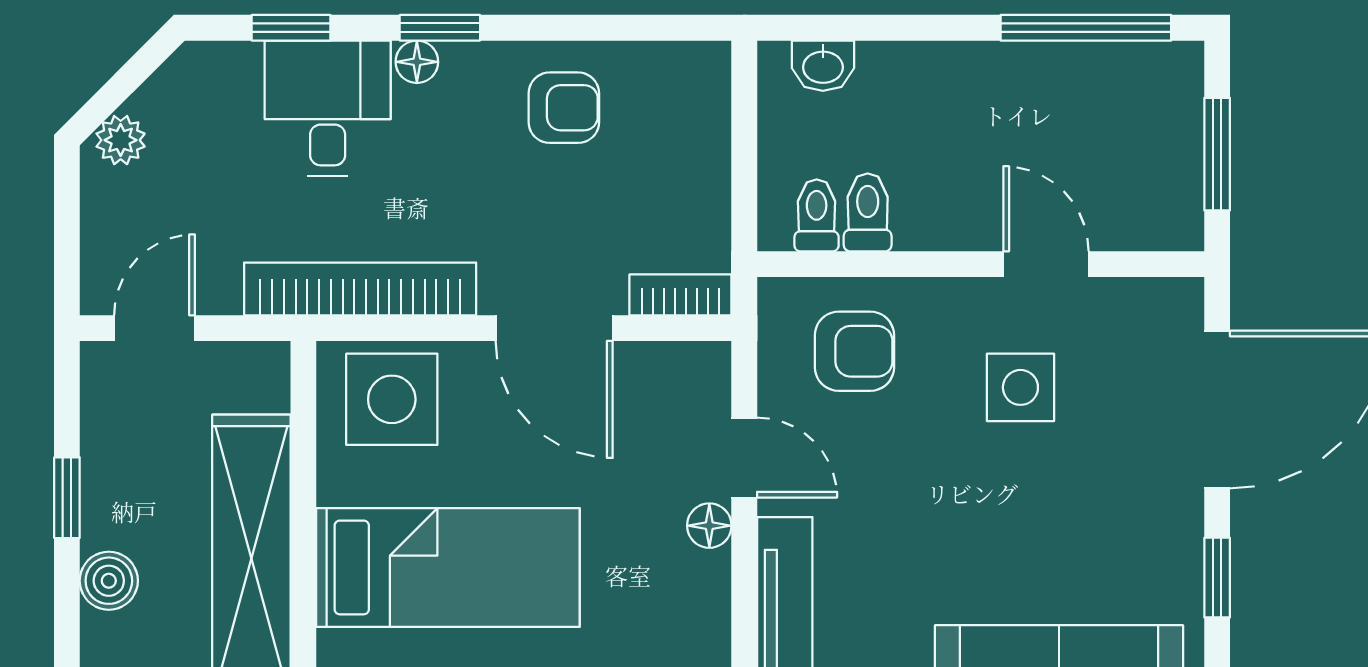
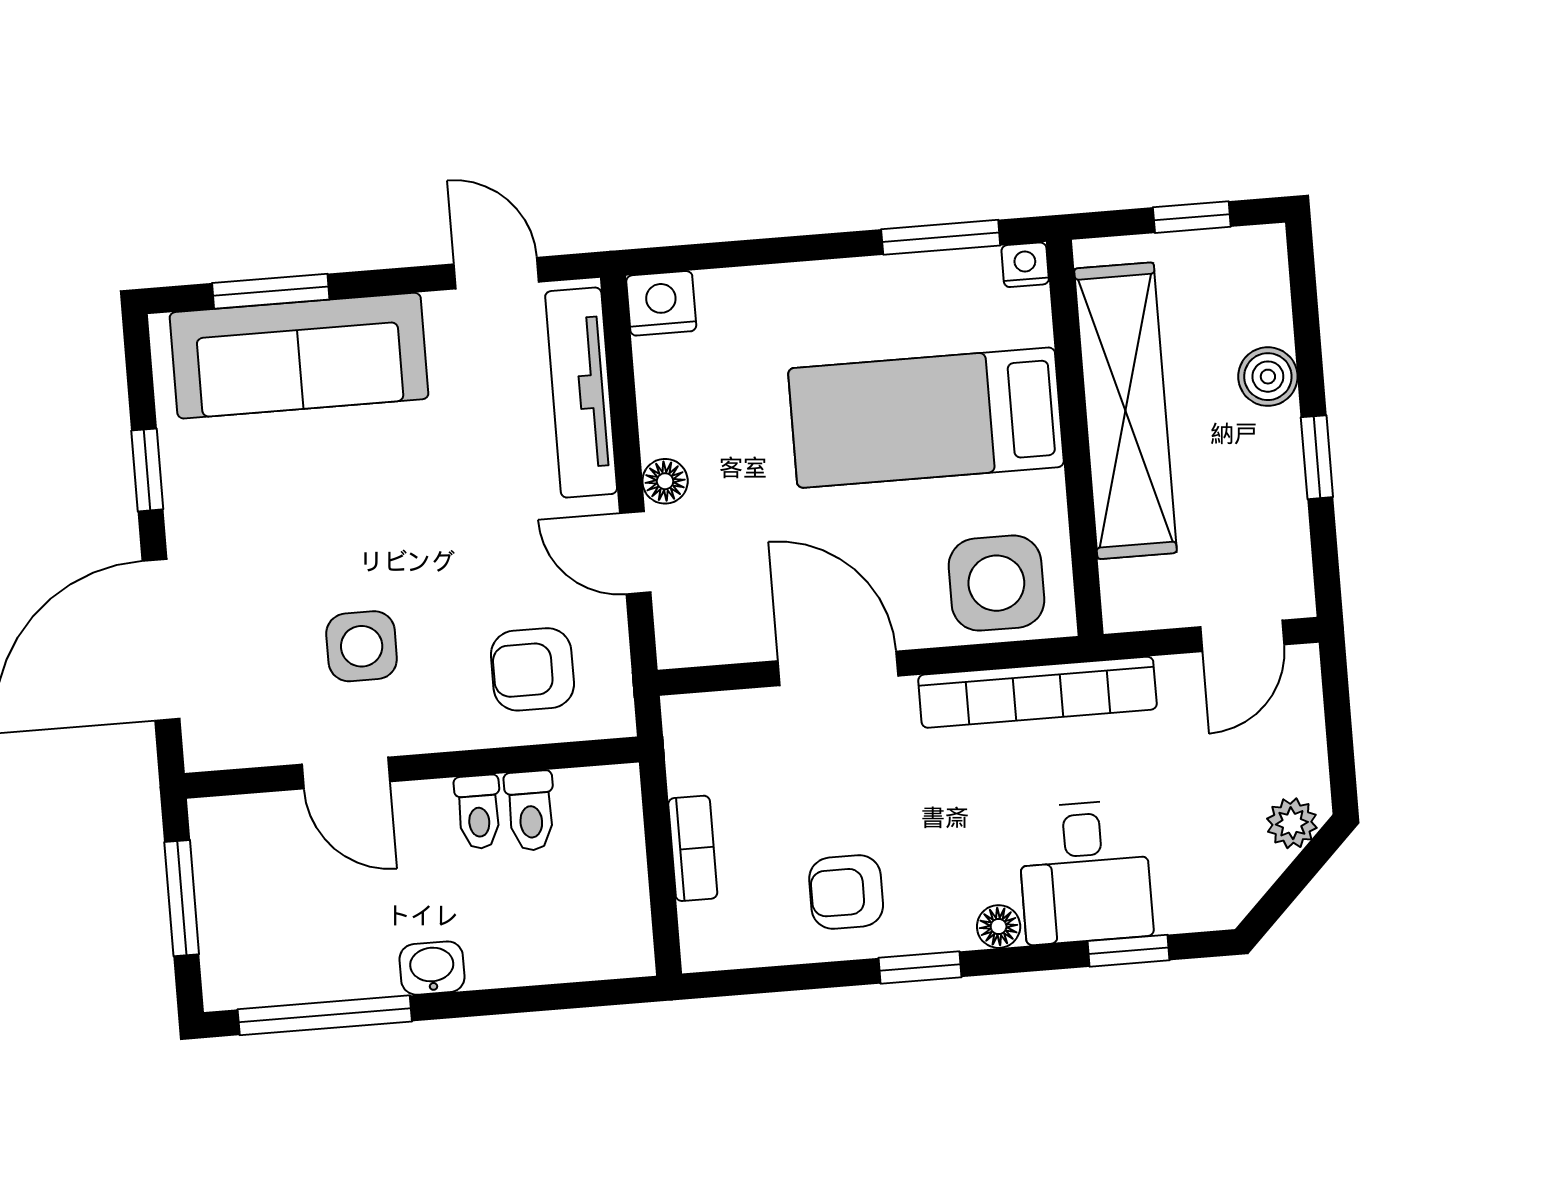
window: (440, 28) -> (920, 967), moved
washbasin: (823, 66) -> (432, 968), moved
toilet: (817, 215) -> (478, 812), moved
bookcase: (680, 295) -> (693, 848), moved, turned -90

